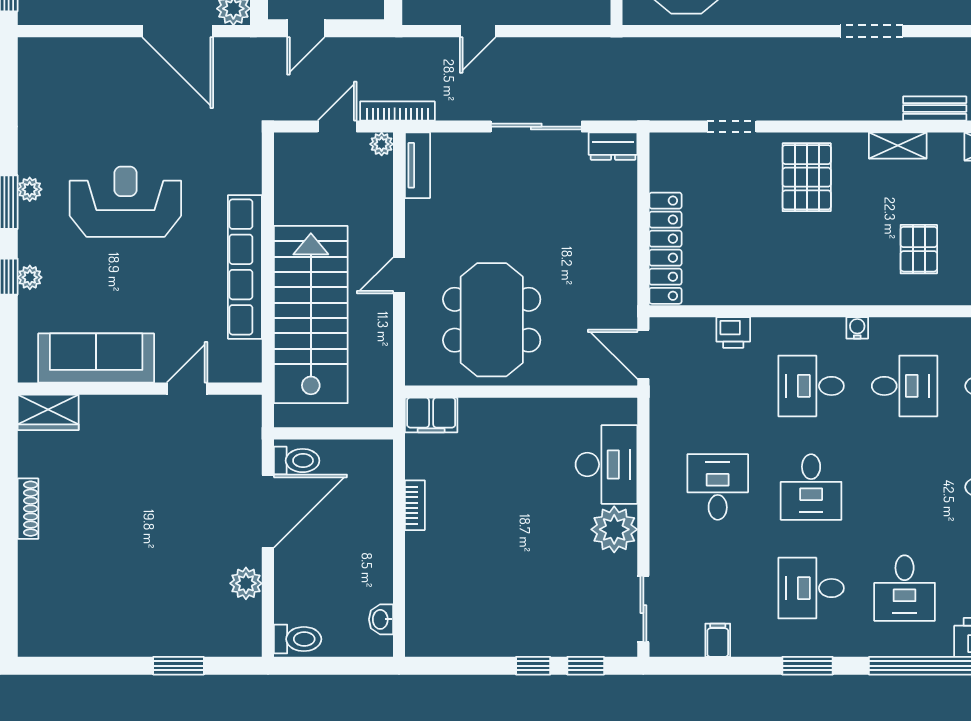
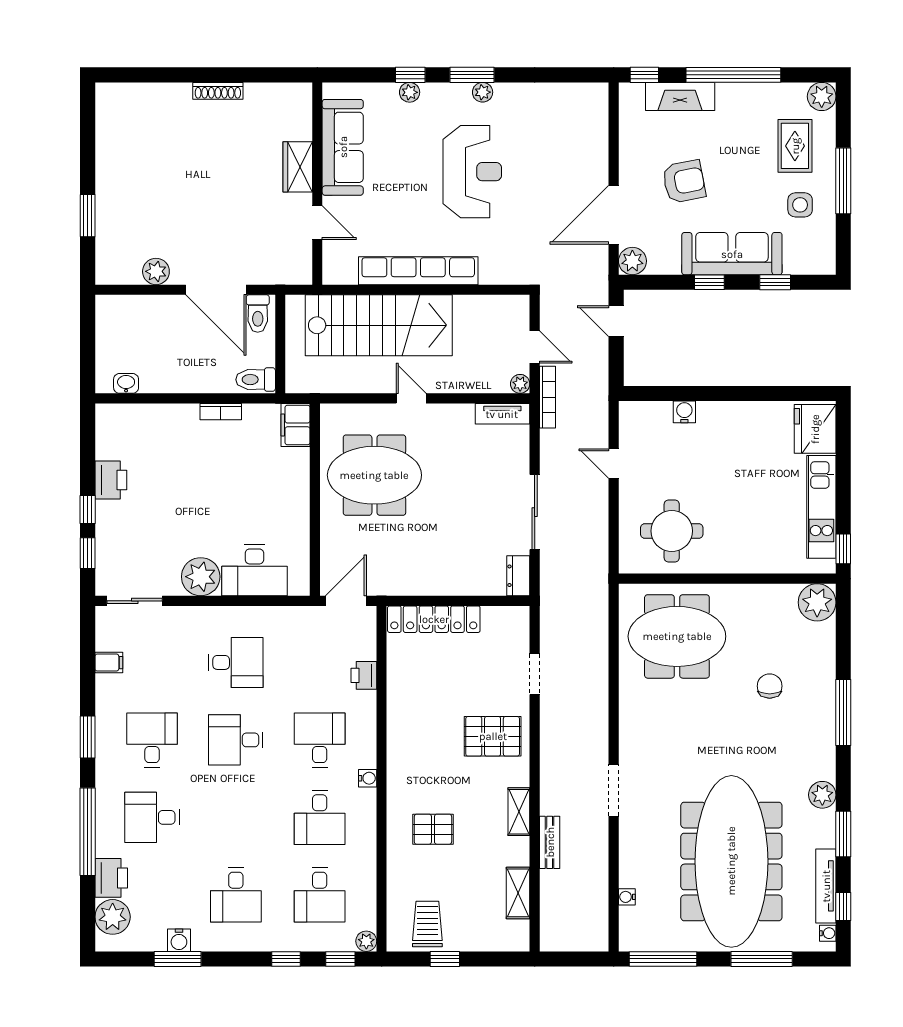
wardrobe: (48, 412) -> (298, 167), moved
printer: (498, 638) -> (111, 480), added
toilet: (298, 639) -> (256, 380), moved, turned 90

